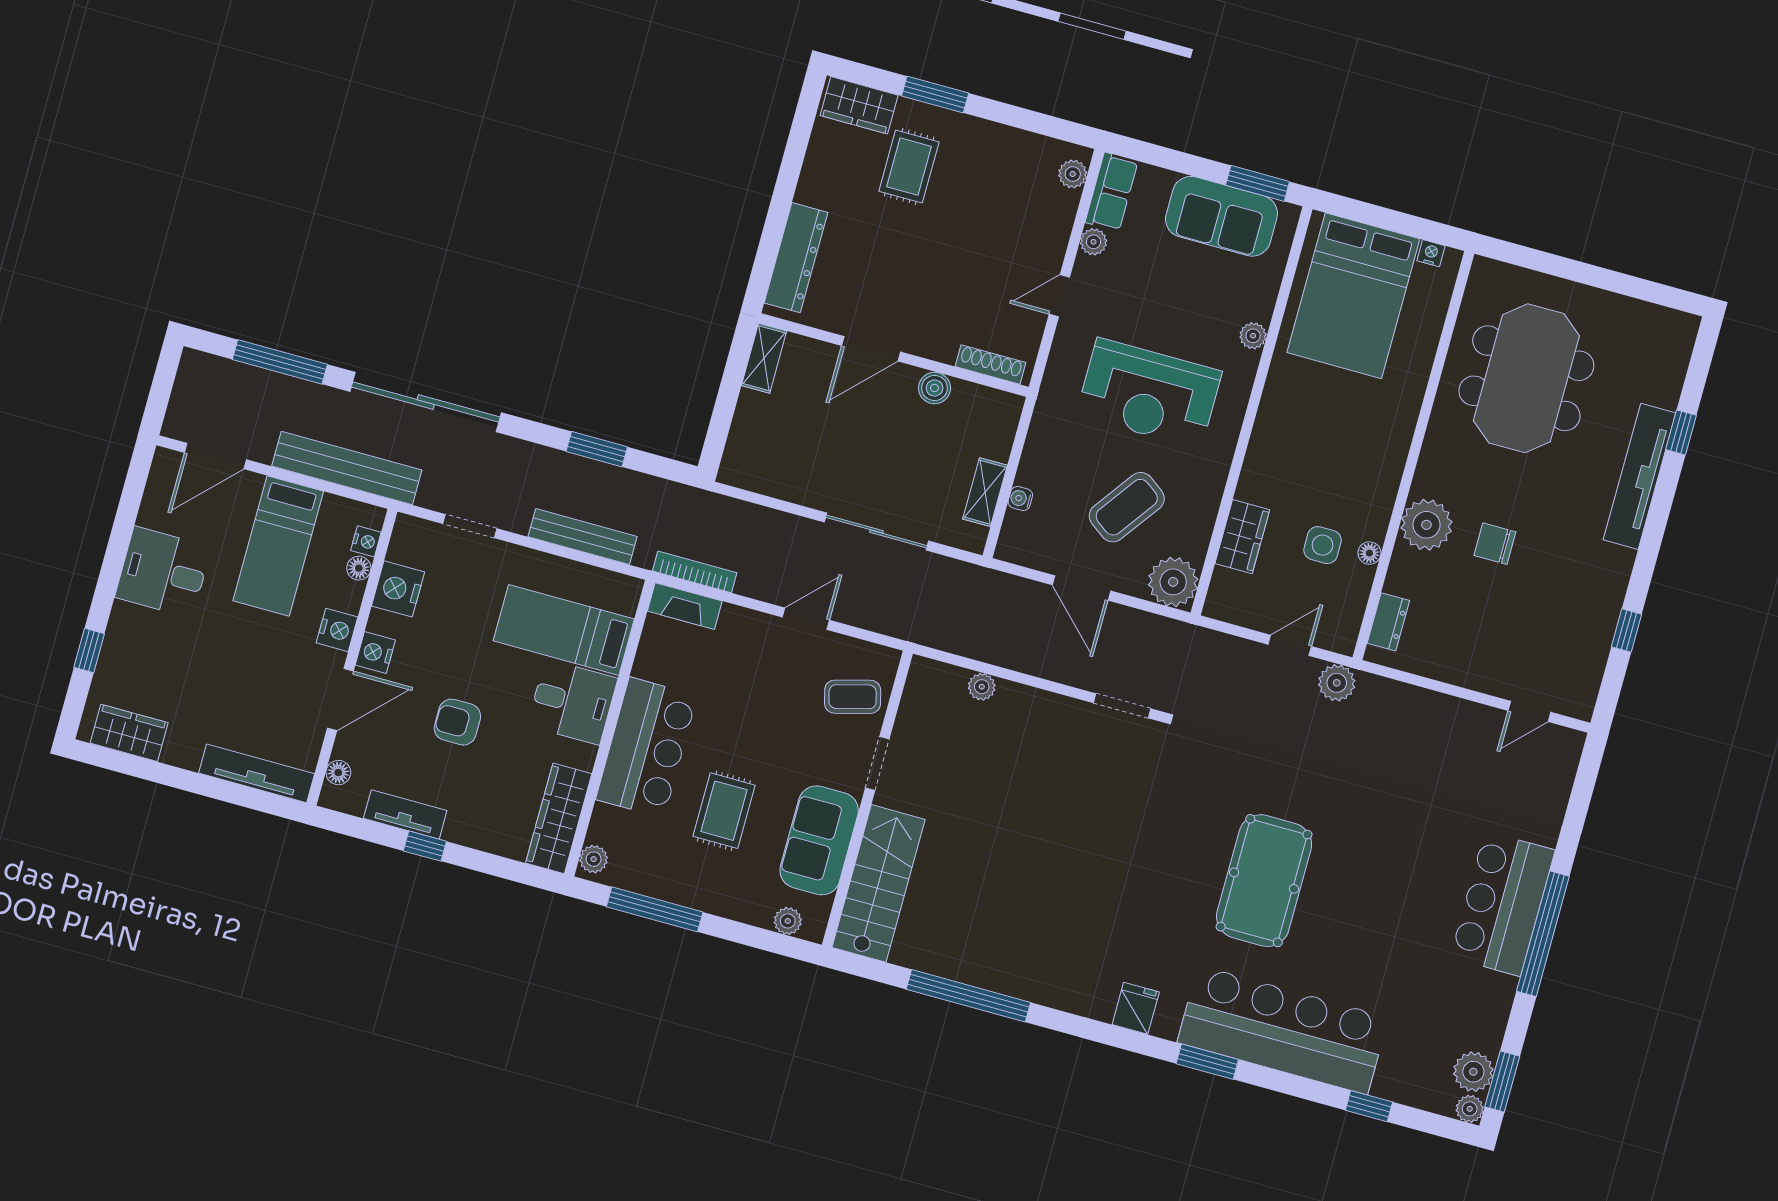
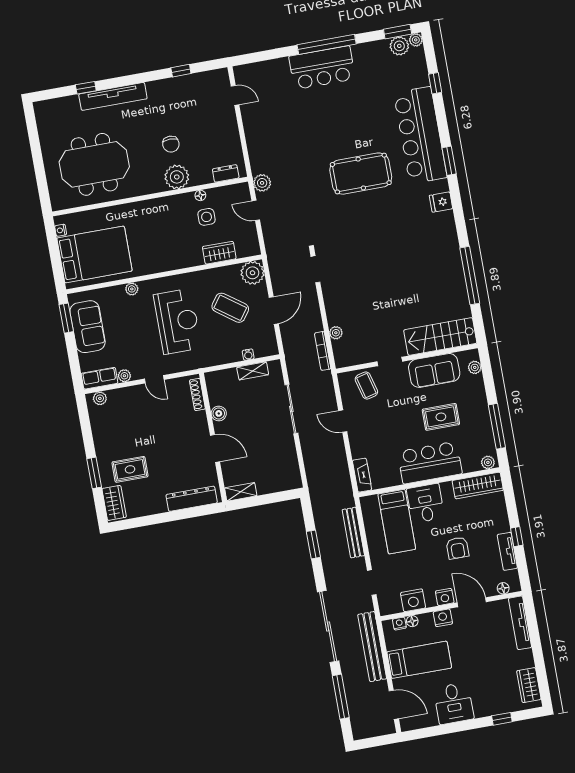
bookcase: (695, 572) -> (323, 351), moved

